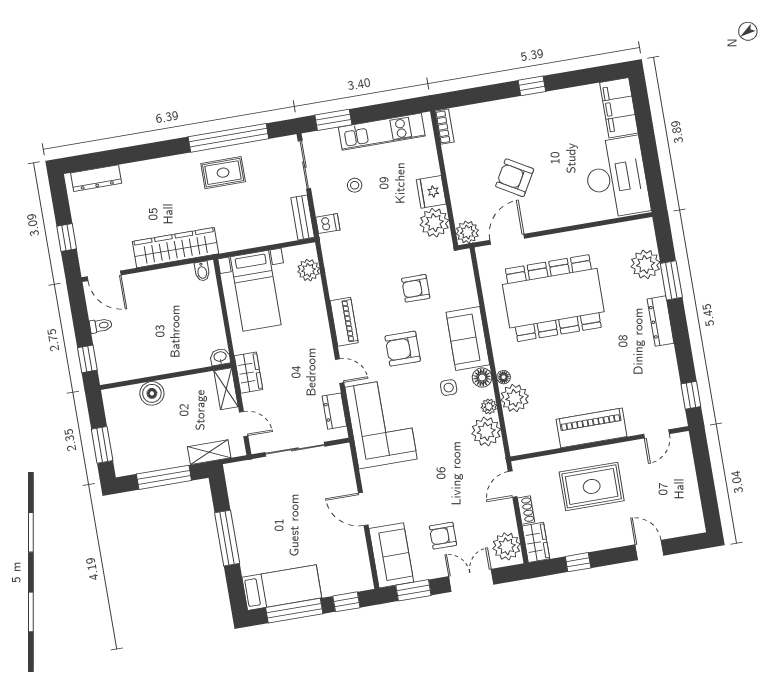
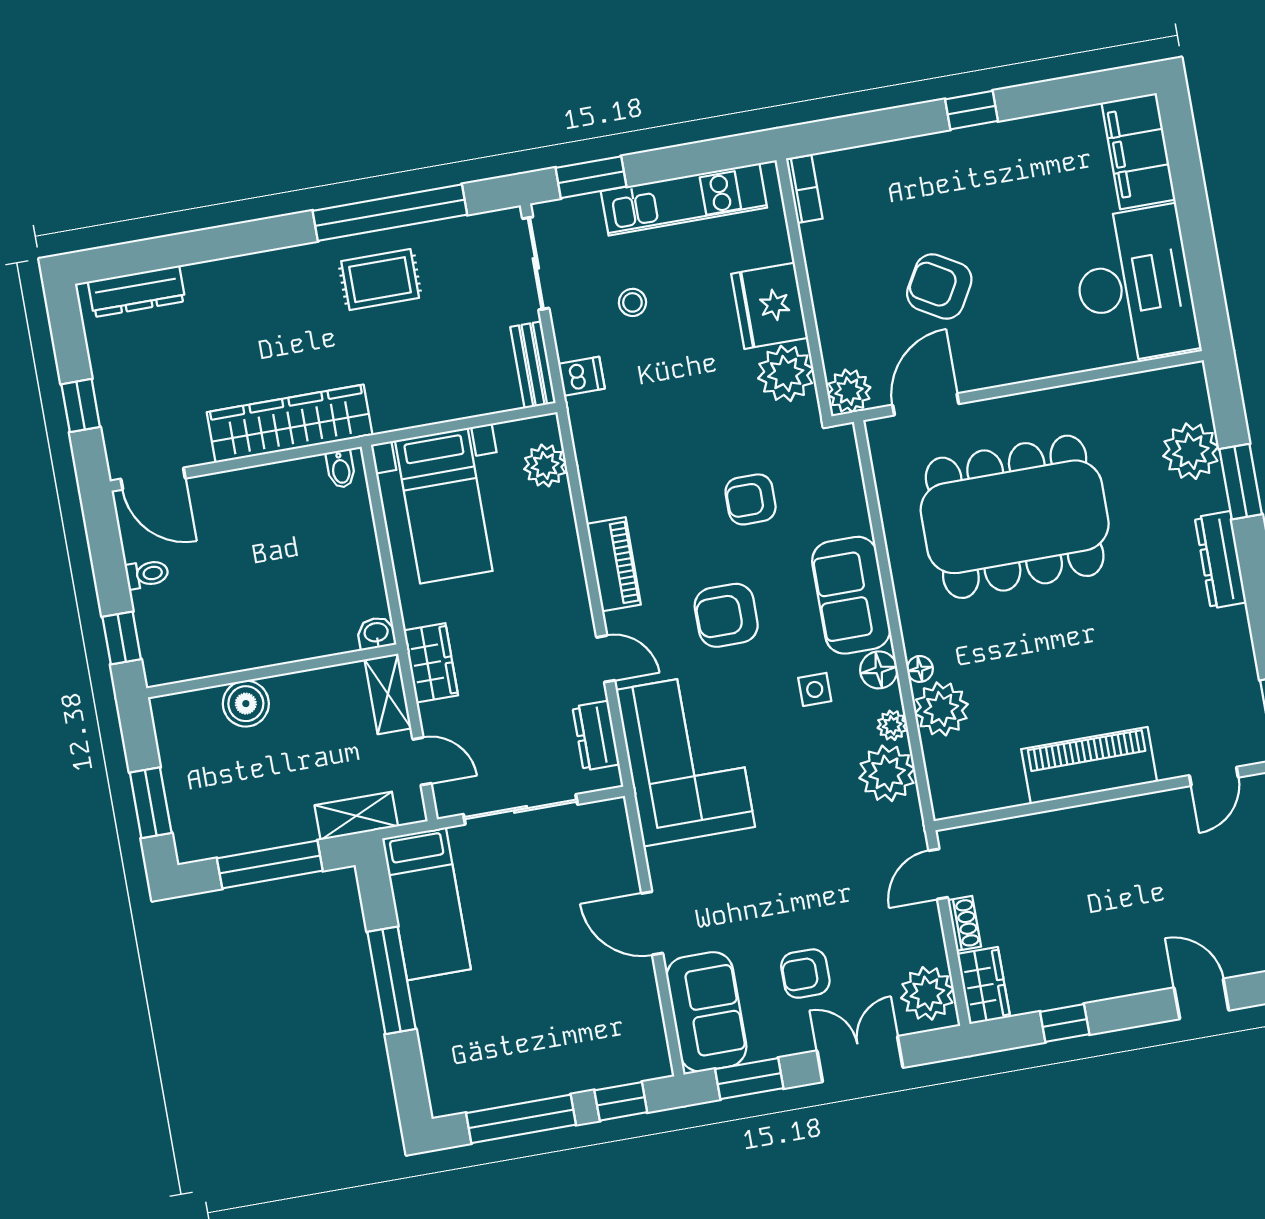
fridge: (431, 192) -> (770, 306), width x1.36, depth x1.34
rug: (592, 486) -> (1090, 878), removed
bed: (282, 588) -> (426, 904), moved, turned 90

